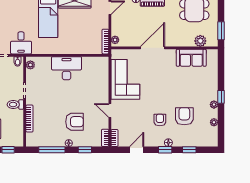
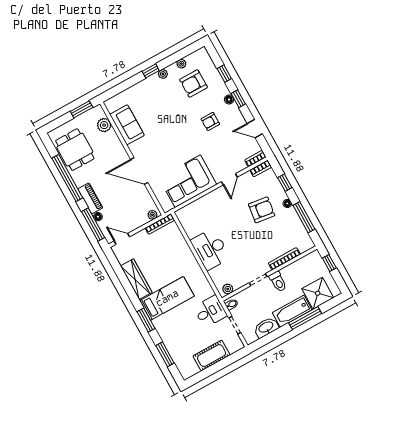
armchair: (184, 116) -> (193, 83), moved
armchair: (74, 122) -> (262, 210), turned 98

